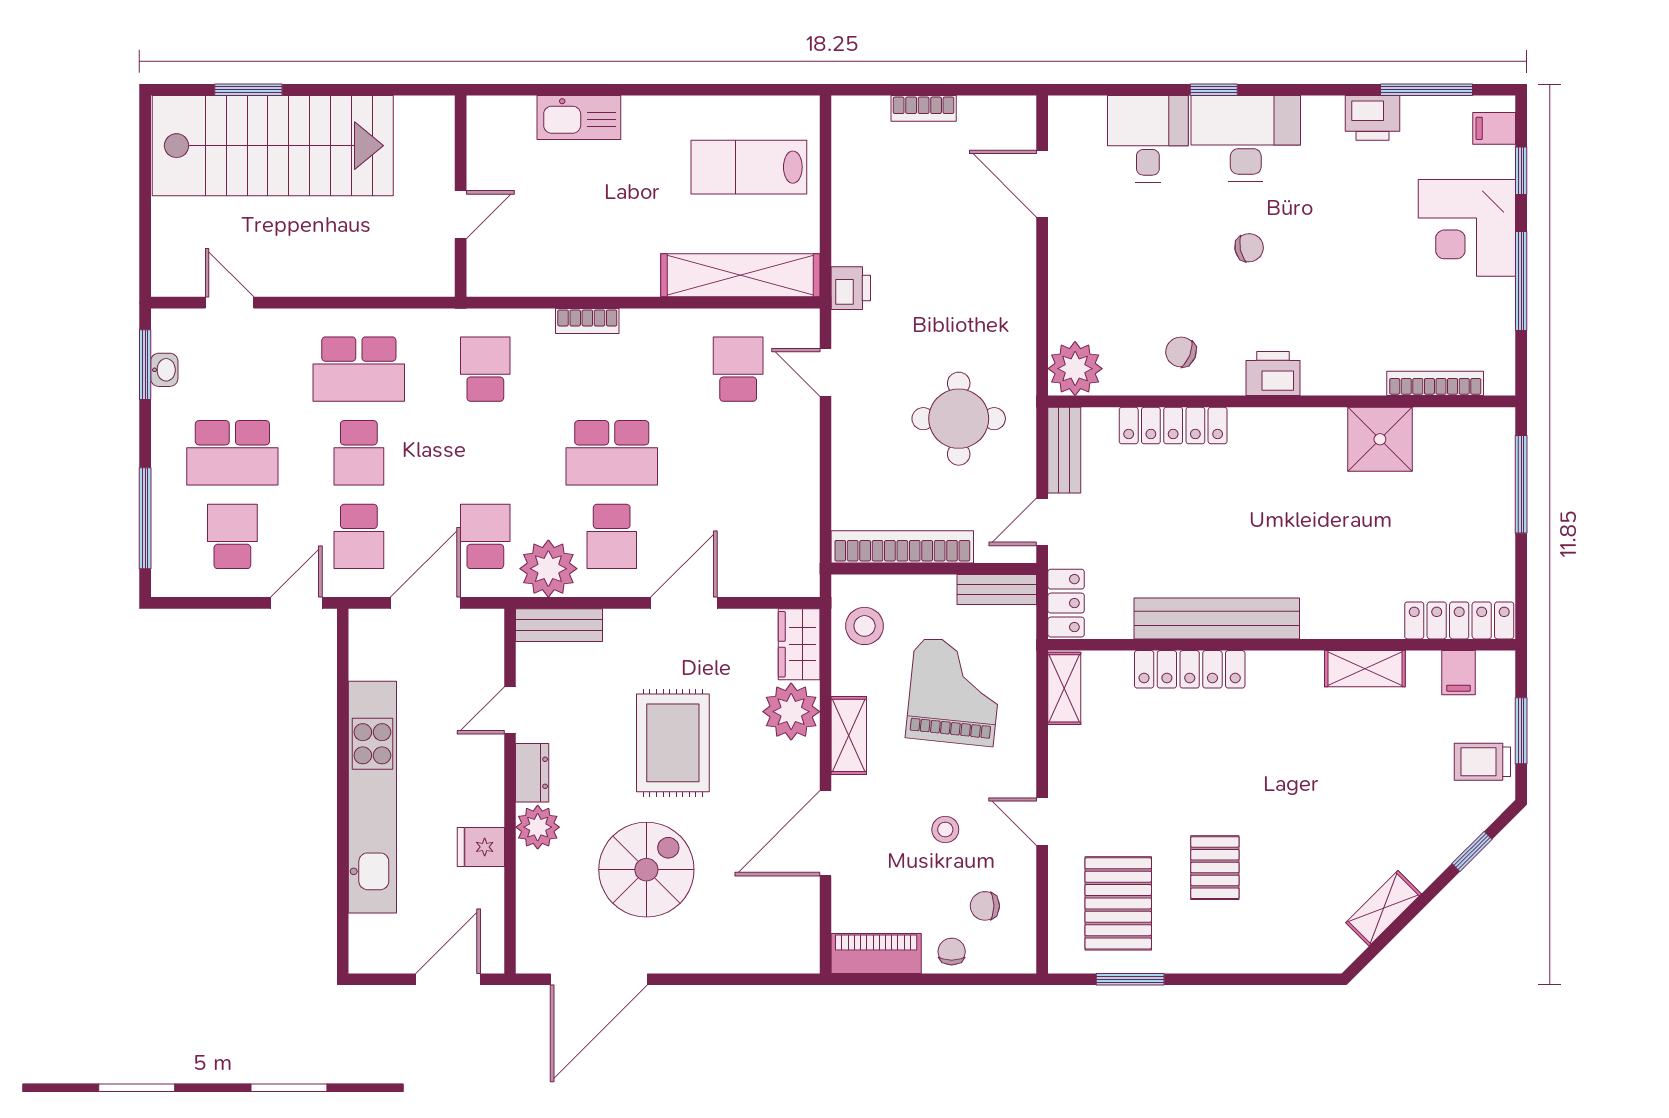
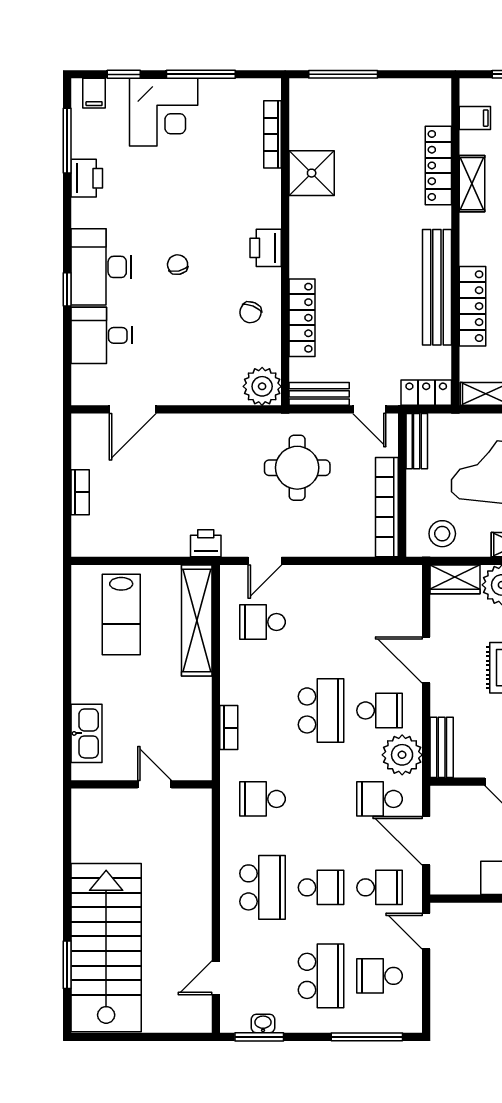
wall: (461, 196) -> (142, 784), moved
door: (461, 215) -> (154, 784), moved
locker: (1459, 620) -> (438, 165), moved

